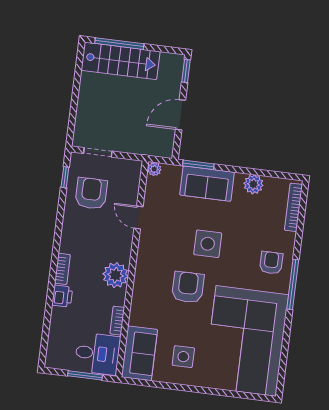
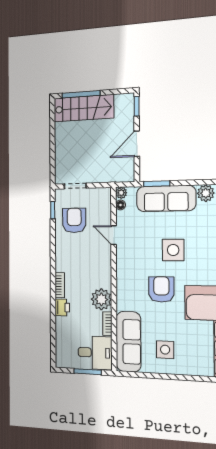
floor lamp: (151, 183) -> (120, 205), added
sofa: (207, 184) -> (166, 198), width x1.36
plant: (116, 275) -> (101, 299), moved
sofa: (139, 353) -> (129, 342), width x1.36

